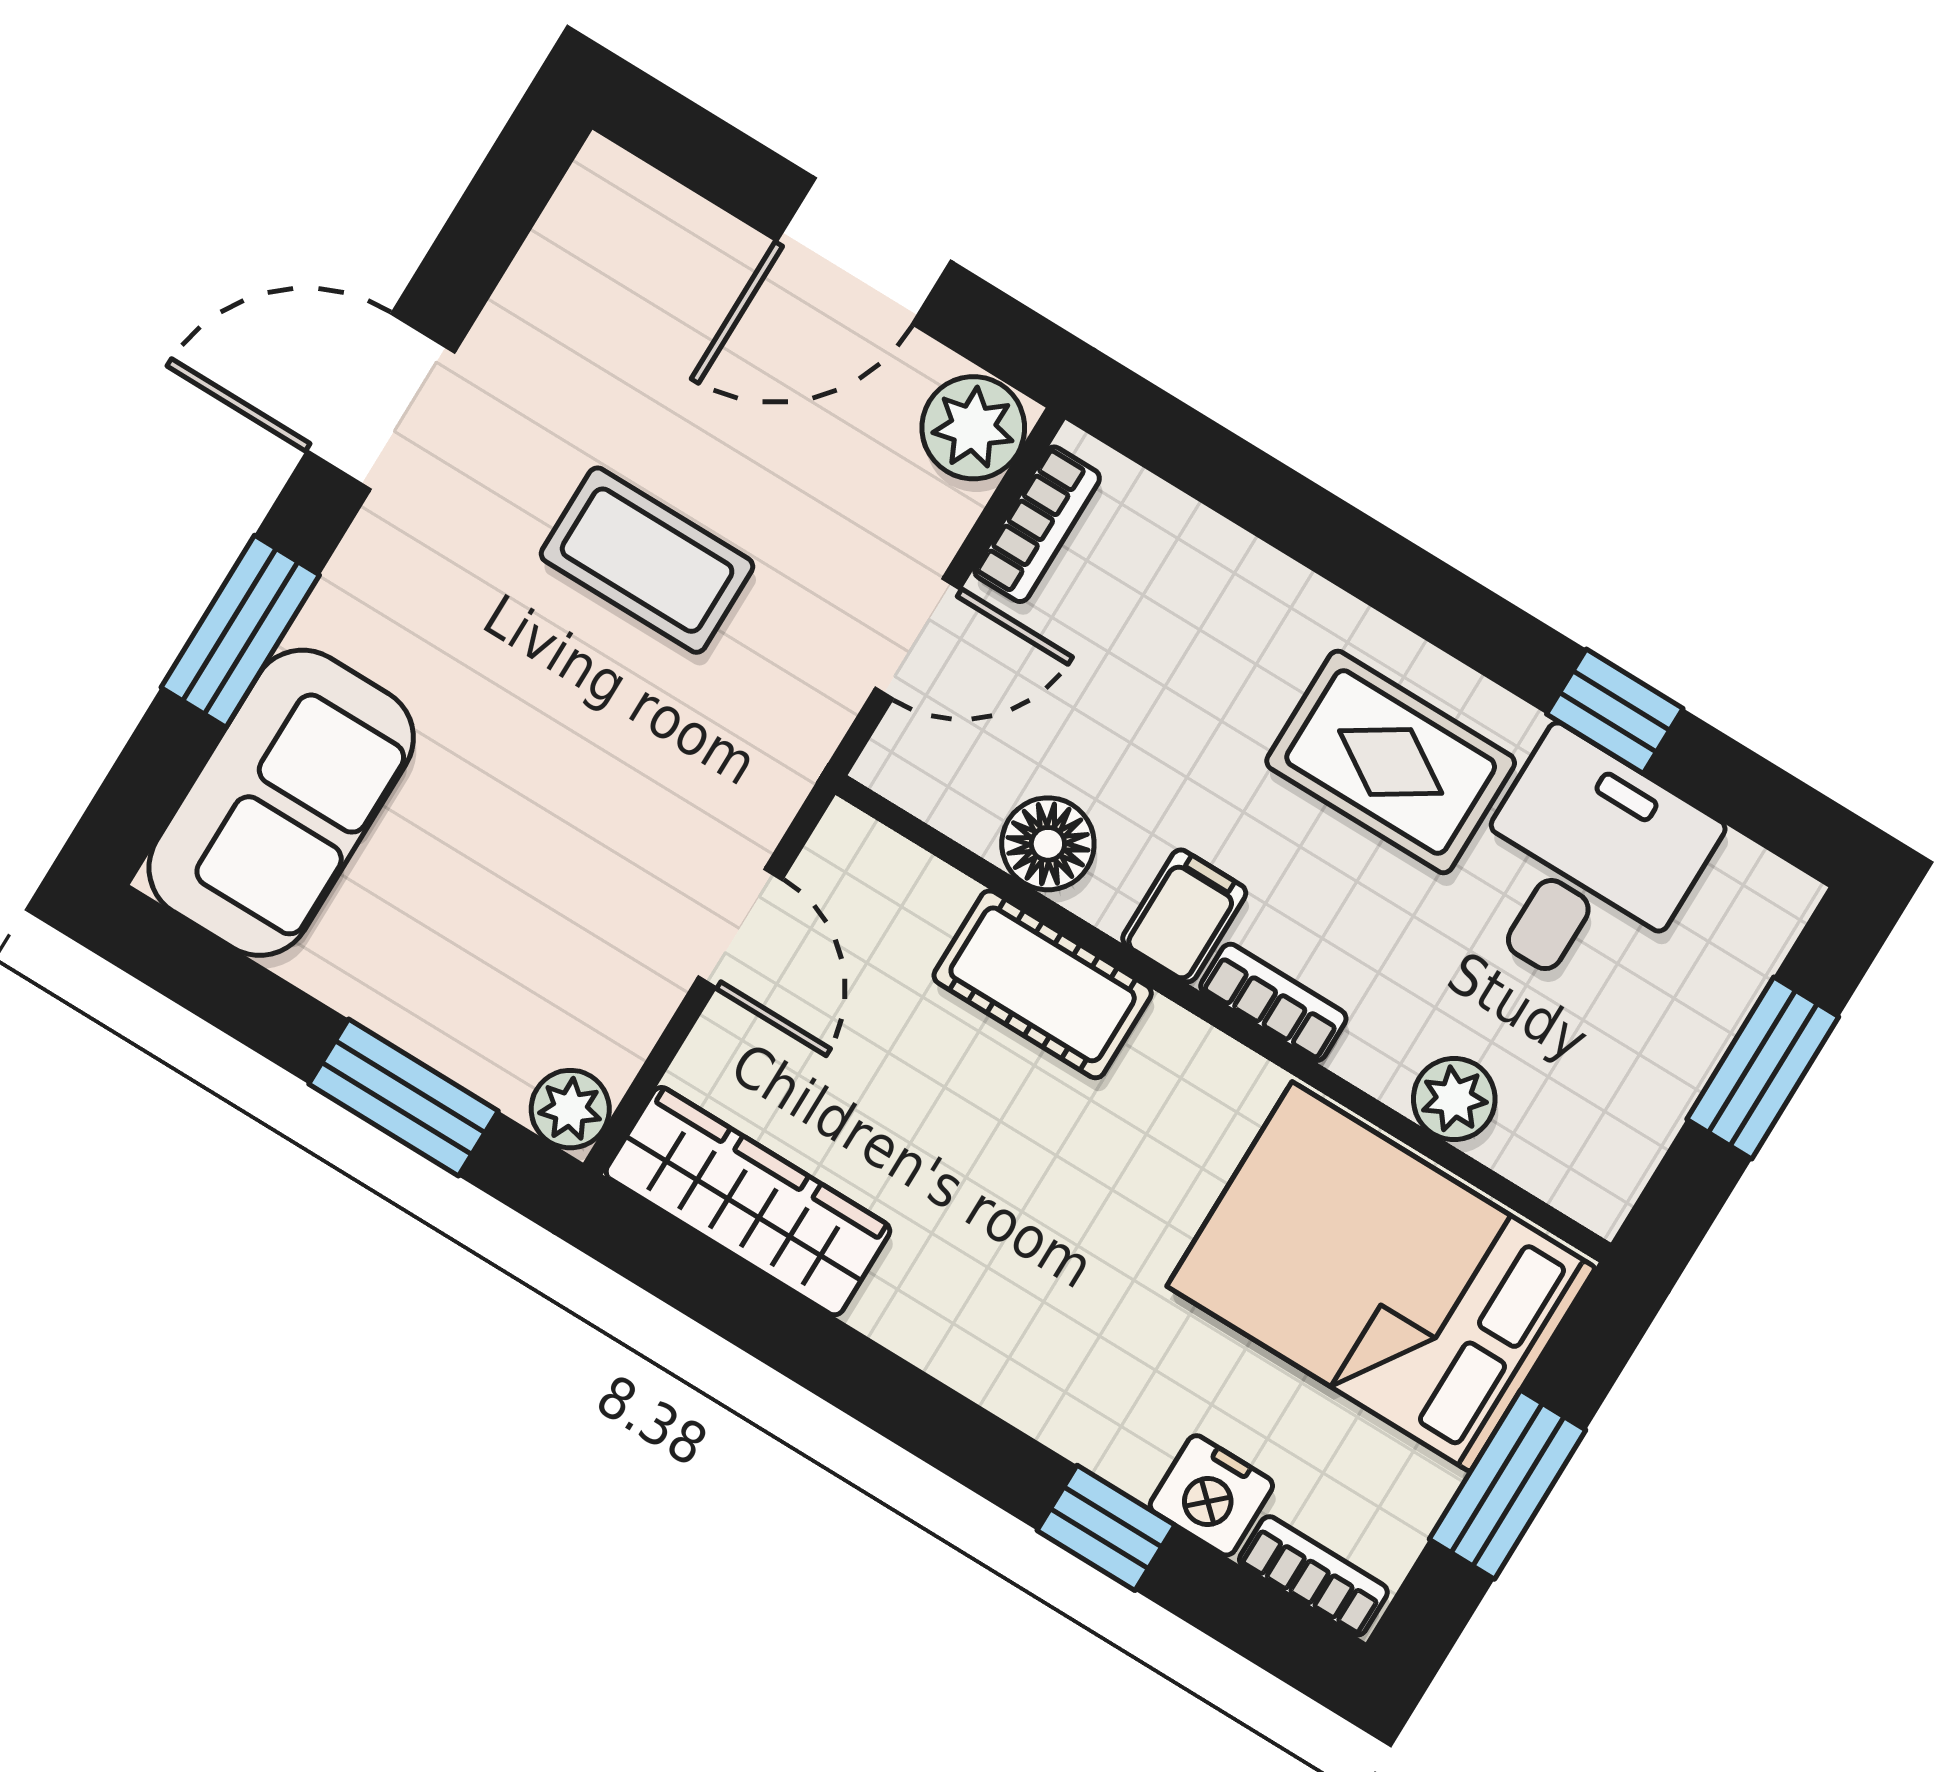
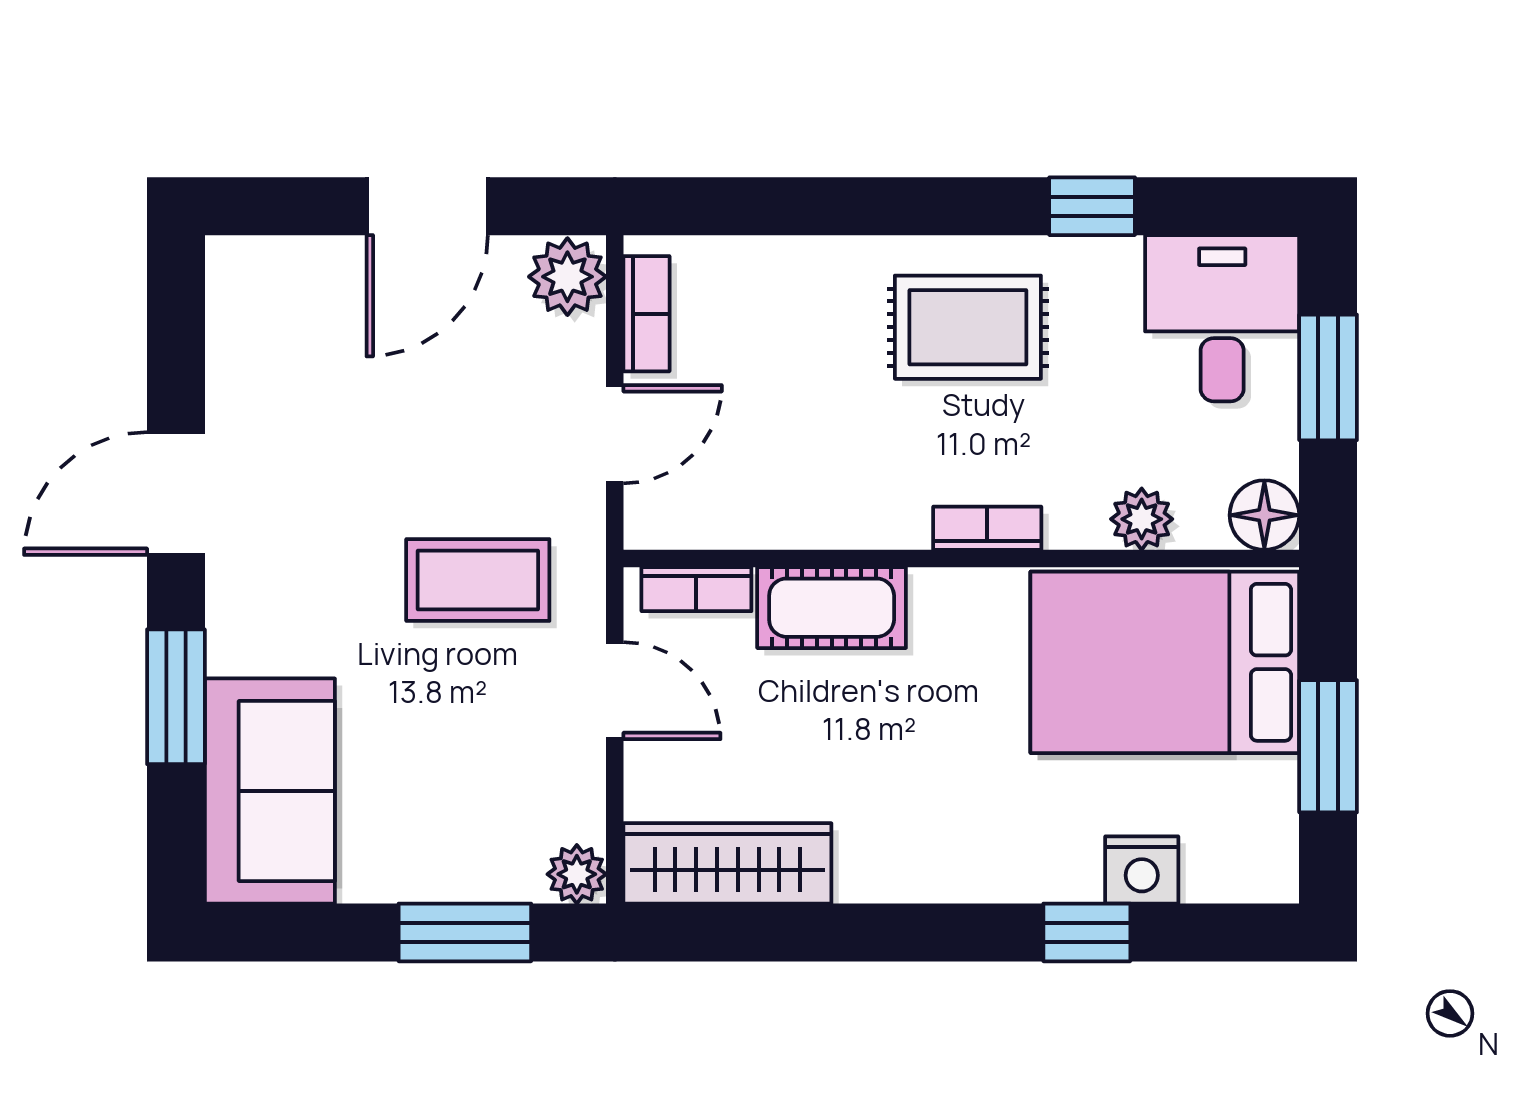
coffee table: (647, 560) -> (478, 580), moved
floor lamp: (1048, 844) -> (1264, 515), moved
desk: (1584, 866) -> (1222, 318), moved
filing cabinet: (1184, 916) -> (896, 508), removed
bookcase: (1313, 1576) -> (696, 589), moved, turned 180

